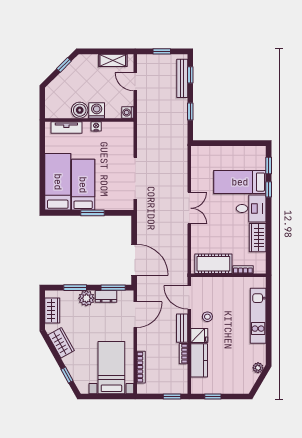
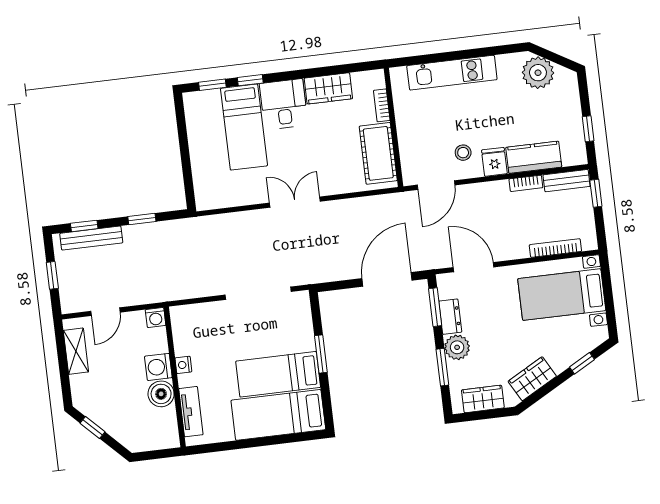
bench: (182, 328) -> (567, 181), moved
plant: (258, 368) -> (538, 73), width x1.87, depth x1.87

